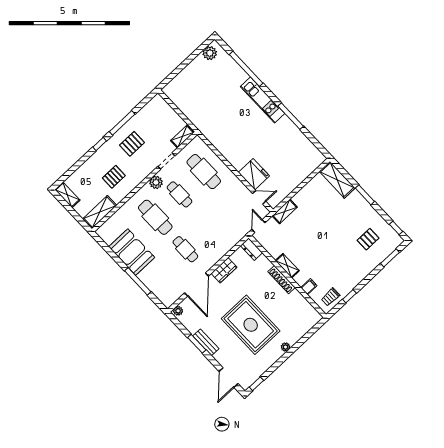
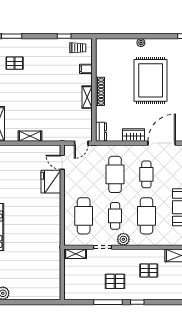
shelving: (285, 211) -> (30, 136), moved
cafe table: (210, 226) -> (115, 174), added

